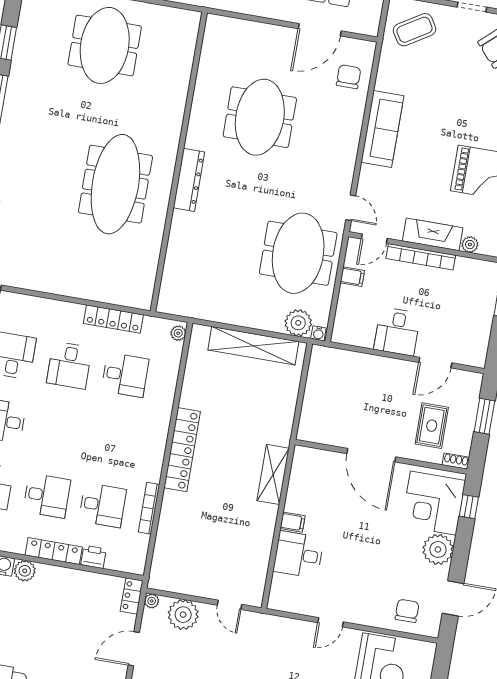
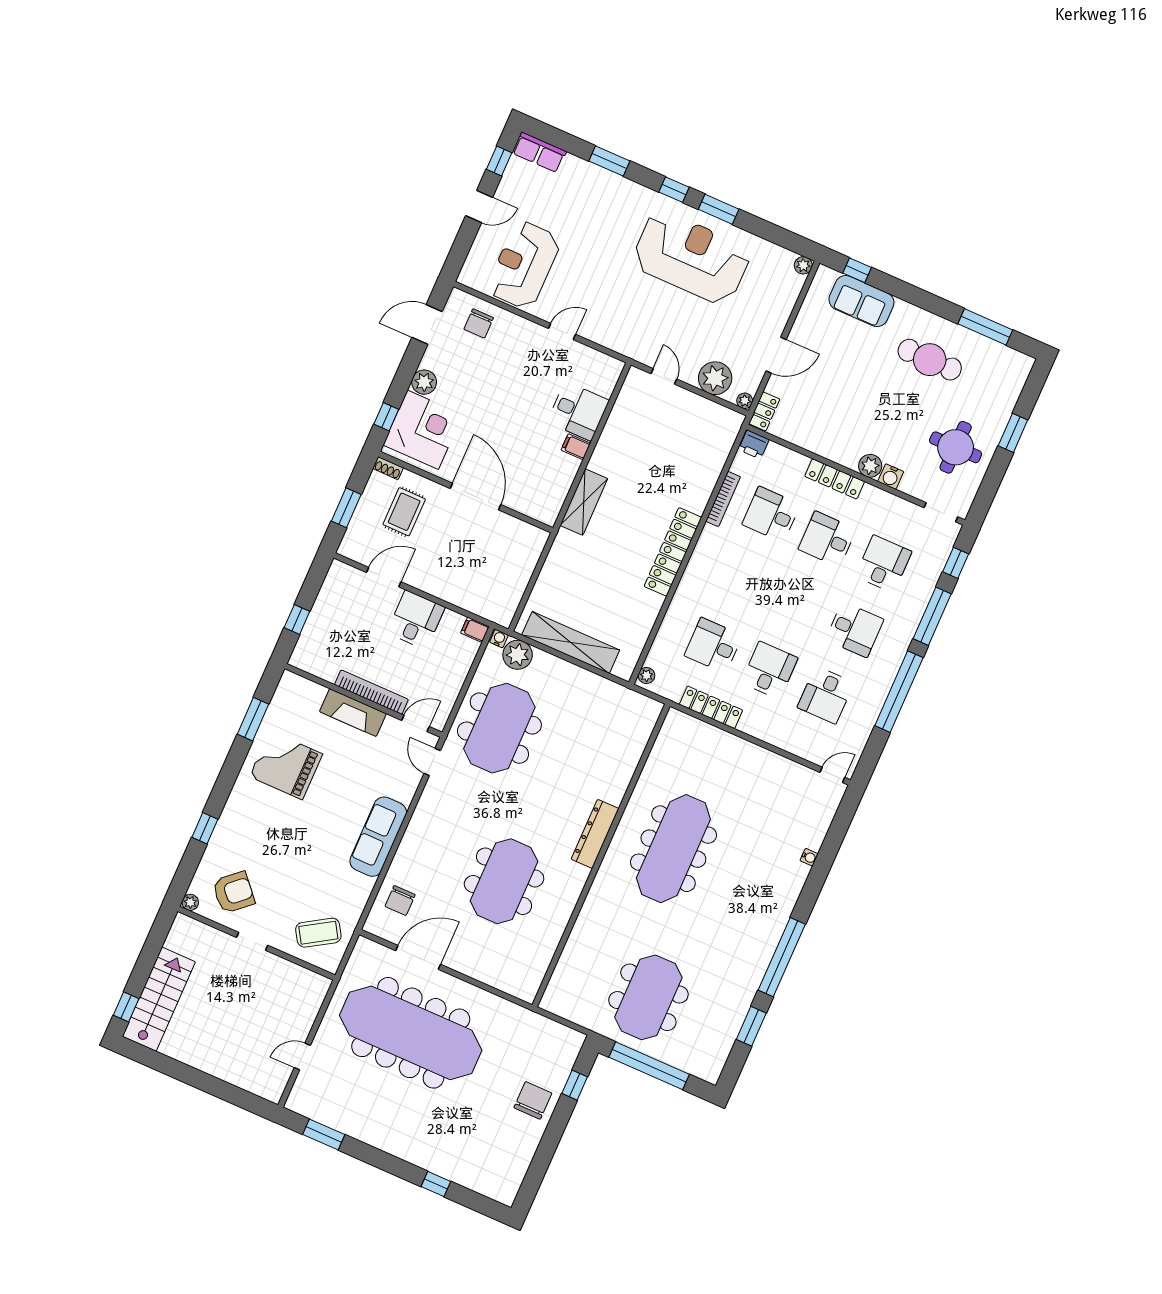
plant: (470, 245) -> (316, 692), removed
filing cabinet: (352, 277) -> (475, 630), moved
plant: (438, 549) -> (424, 382), width x0.73, depth x0.73
printer: (93, 557) -> (754, 445), moved

